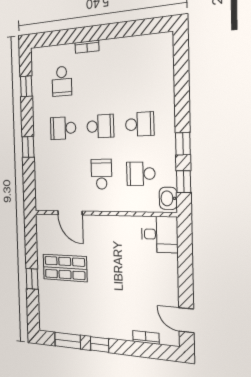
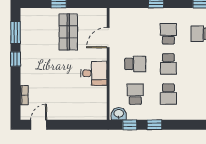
desk: (160, 234) -> (94, 73), moved, turned -90

